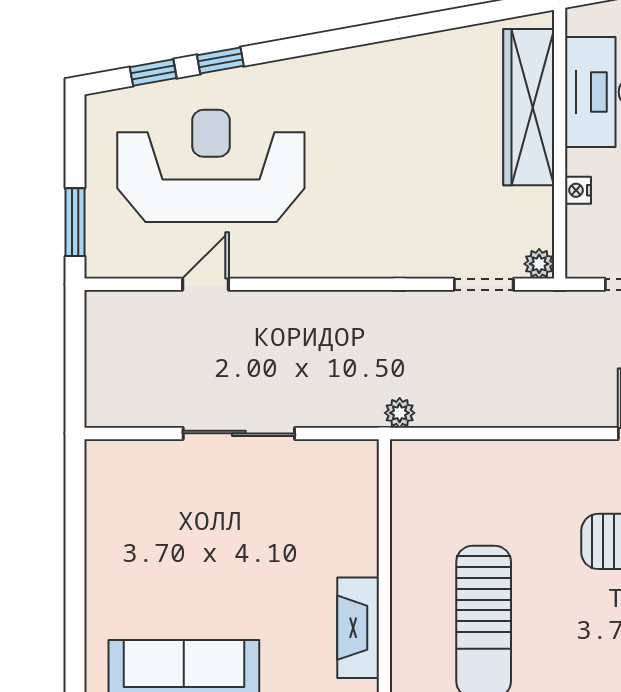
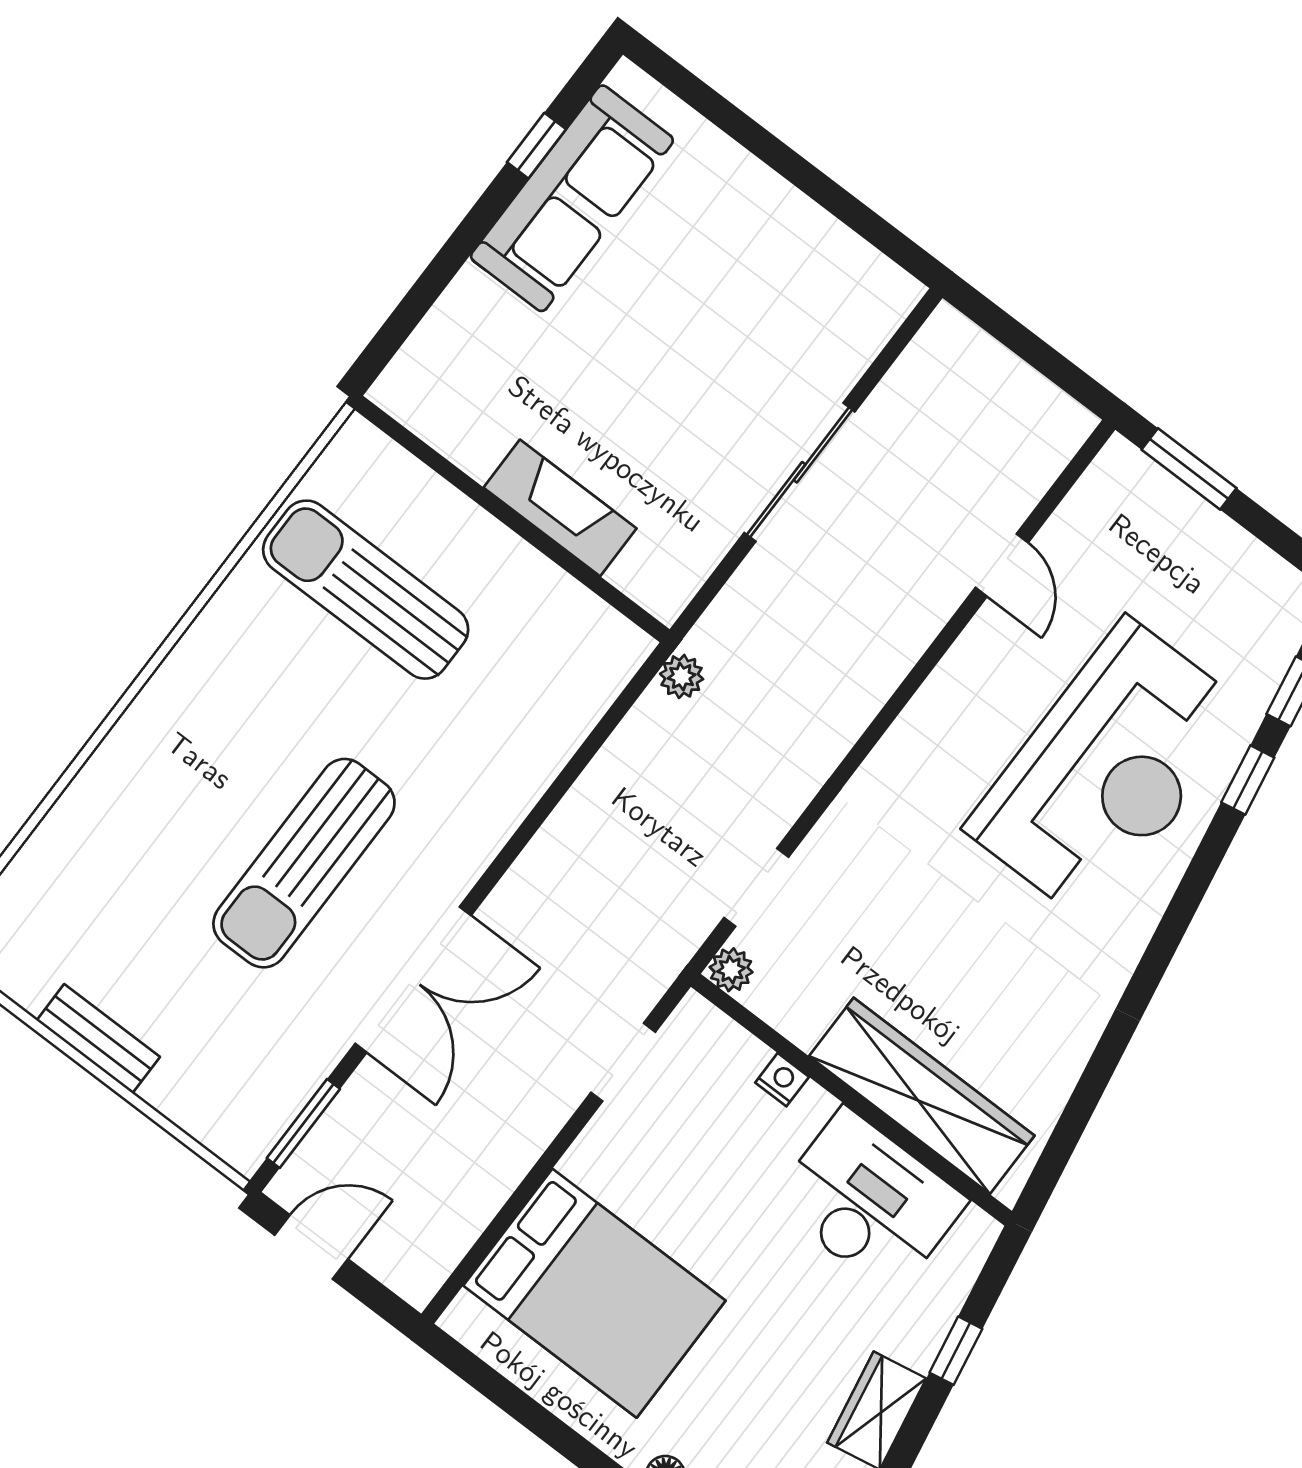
reception desk: (211, 166) -> (1108, 770), moved
fireplace: (358, 628) -> (560, 508), moved

